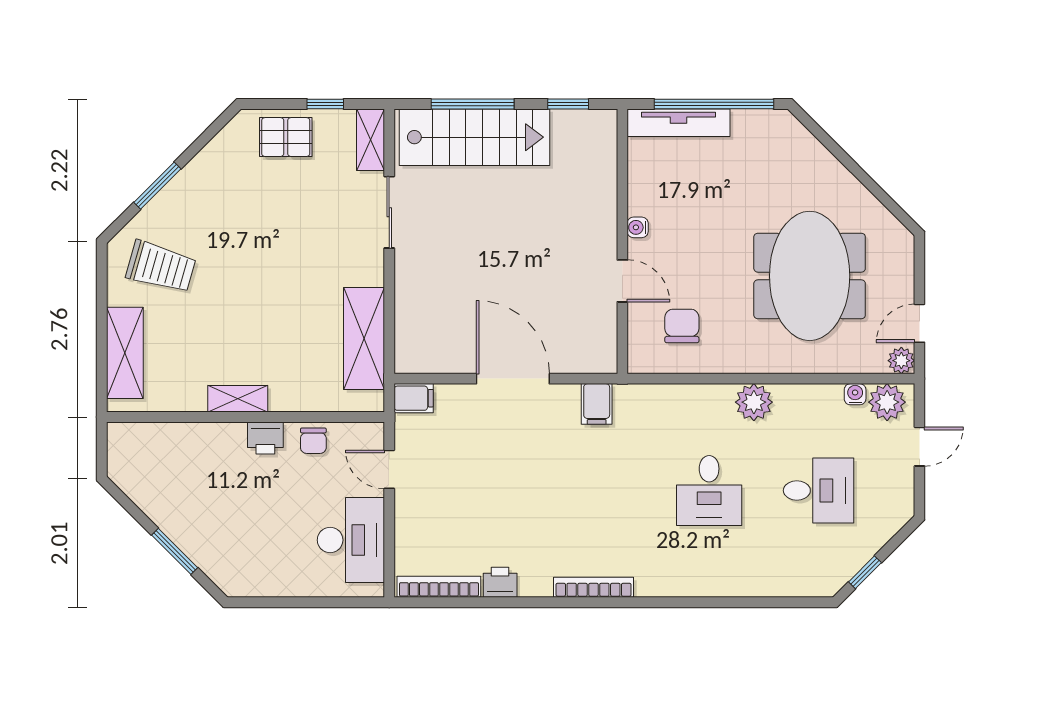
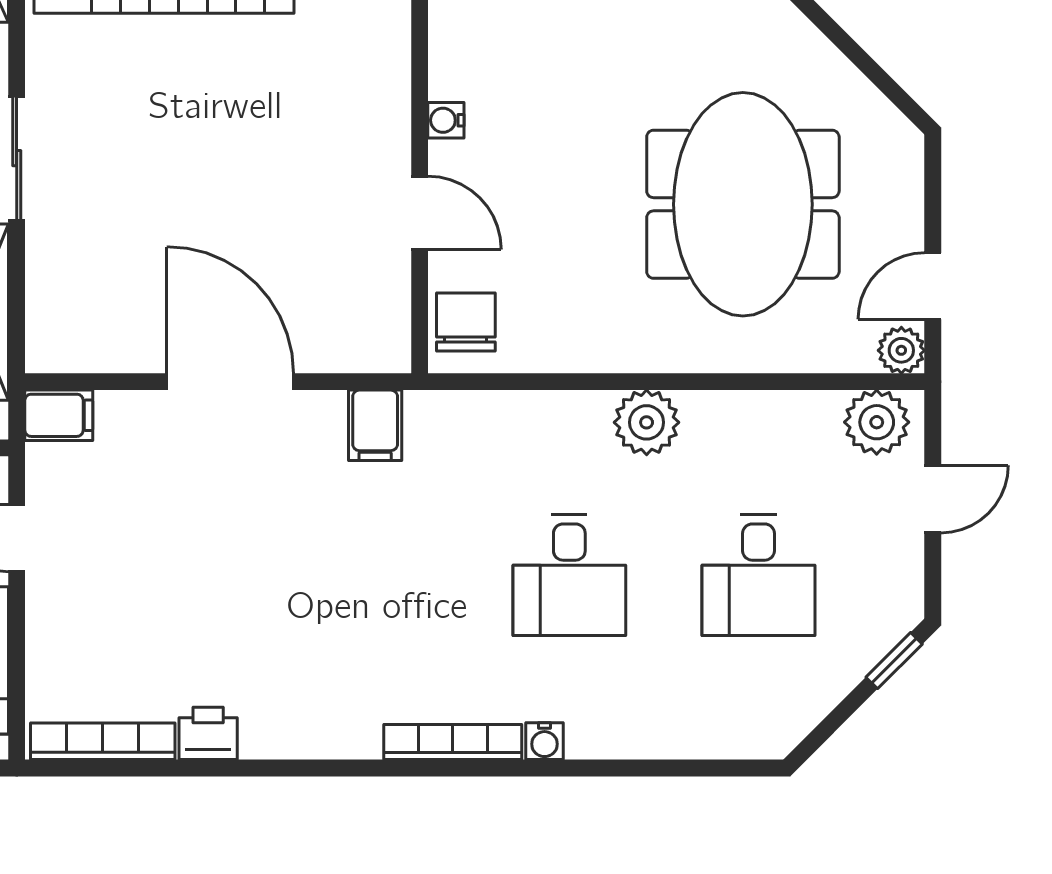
sliding door: (389, 212) -> (17, 158), moved
chair: (682, 326) -> (466, 322), moved
water cooler: (855, 394) -> (544, 741), moved, turned 180
desk: (819, 490) -> (759, 575), turned 90
window: (865, 572) -> (894, 661), moved
bookcase: (593, 587) -> (453, 742), moved

